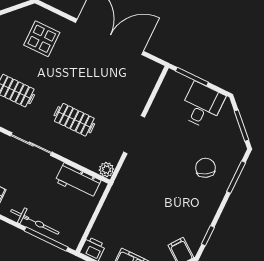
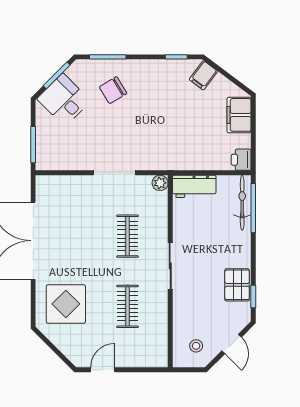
display table: (42, 39) -> (66, 304), width x1.36, depth x1.36
desk: (202, 105) -> (64, 100), moved, turned 45
workbench: (78, 181) -> (194, 186), moved, turned 90
bicycle: (35, 222) -> (242, 203), moved

